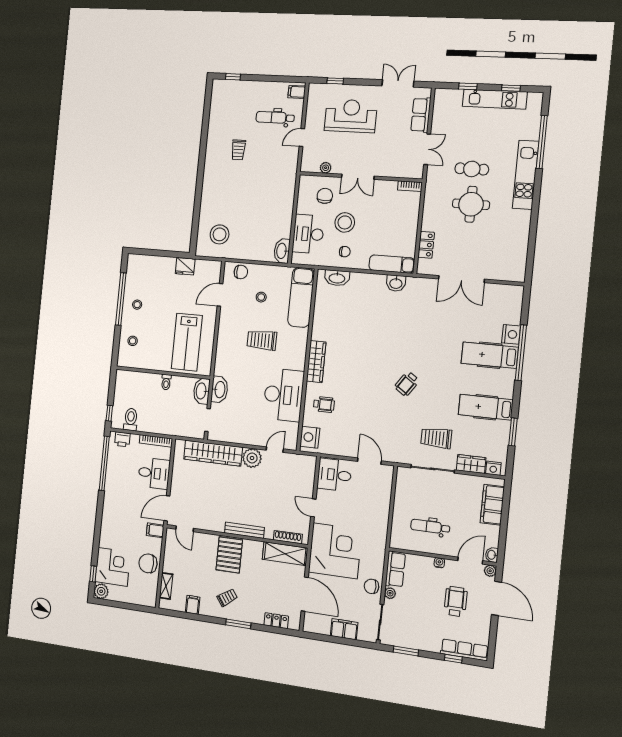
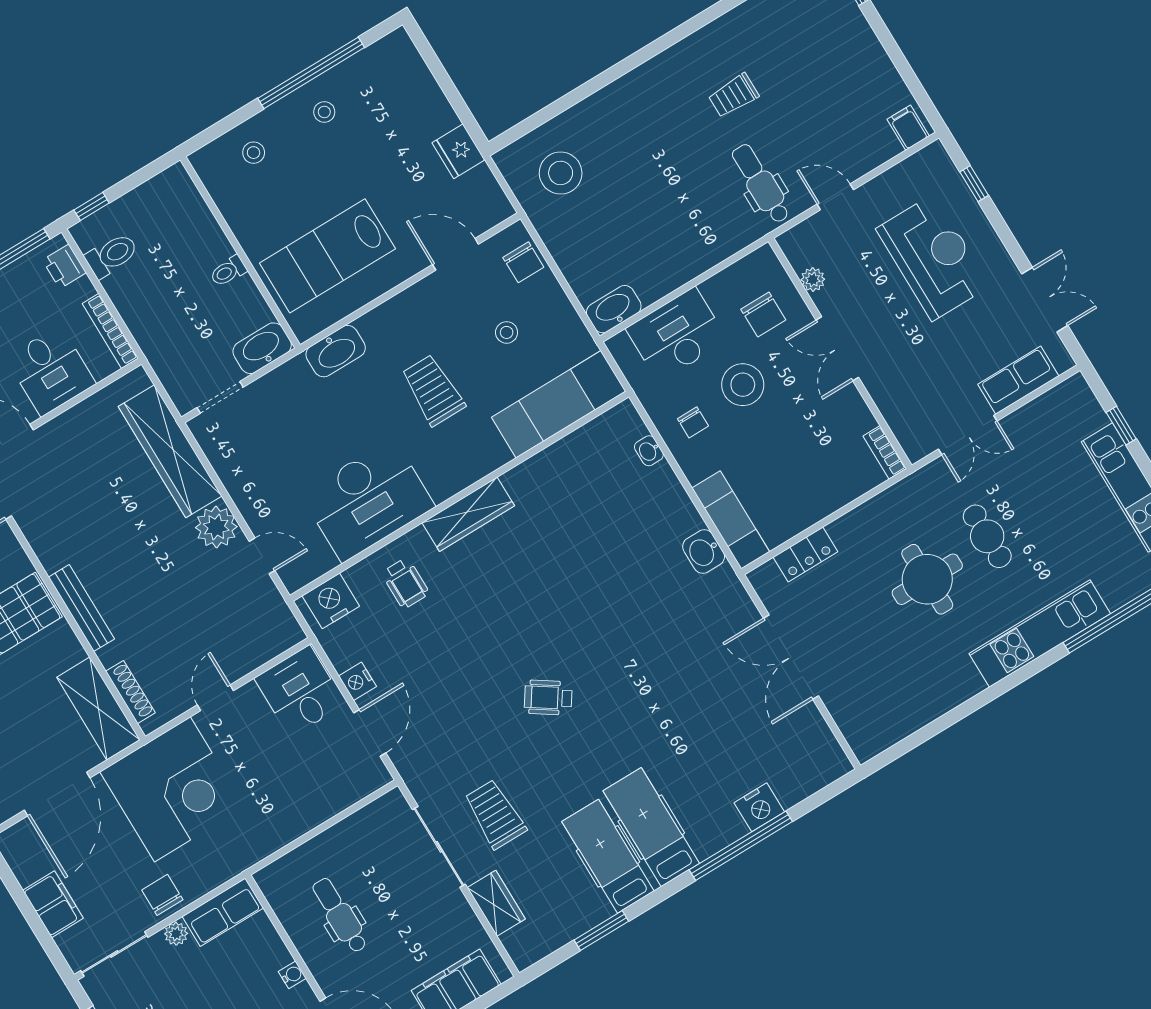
dental chair: (275, 117) -> (761, 184), moved
chair: (325, 196) -> (763, 315), turned 90
washbasin: (337, 278) -> (649, 451), width x0.52, depth x0.69
hospital bed: (490, 355) -> (651, 827), moved
washbasin: (220, 390) -> (336, 351), moved
nightstand: (493, 468) -> (357, 681), moved

